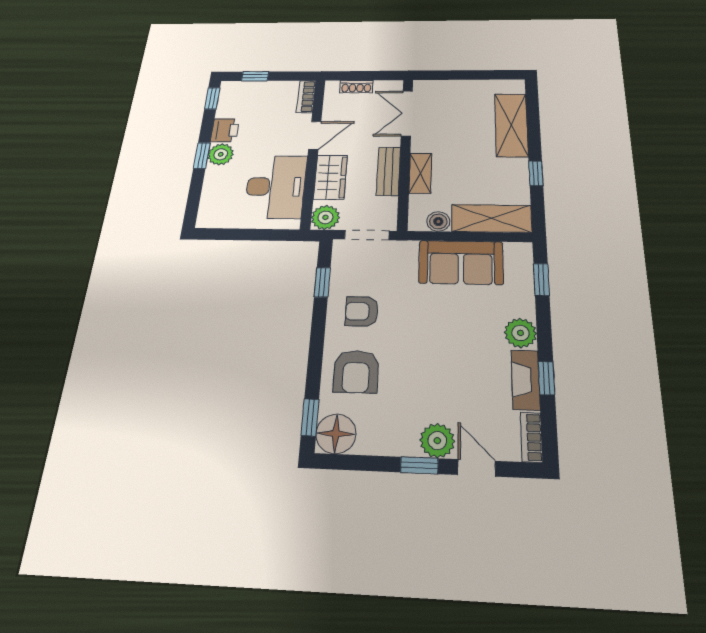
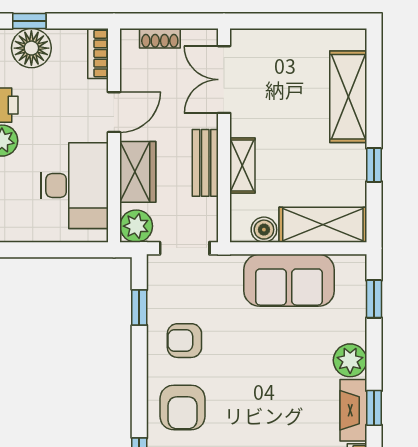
floor lamp: (254, 93) -> (31, 48), added

